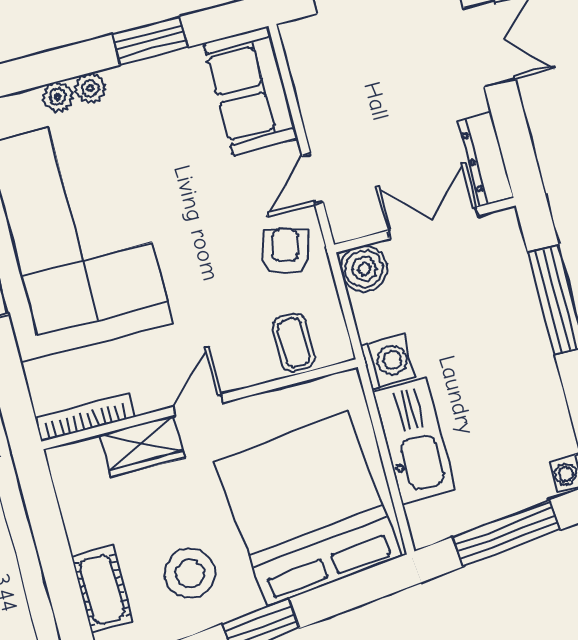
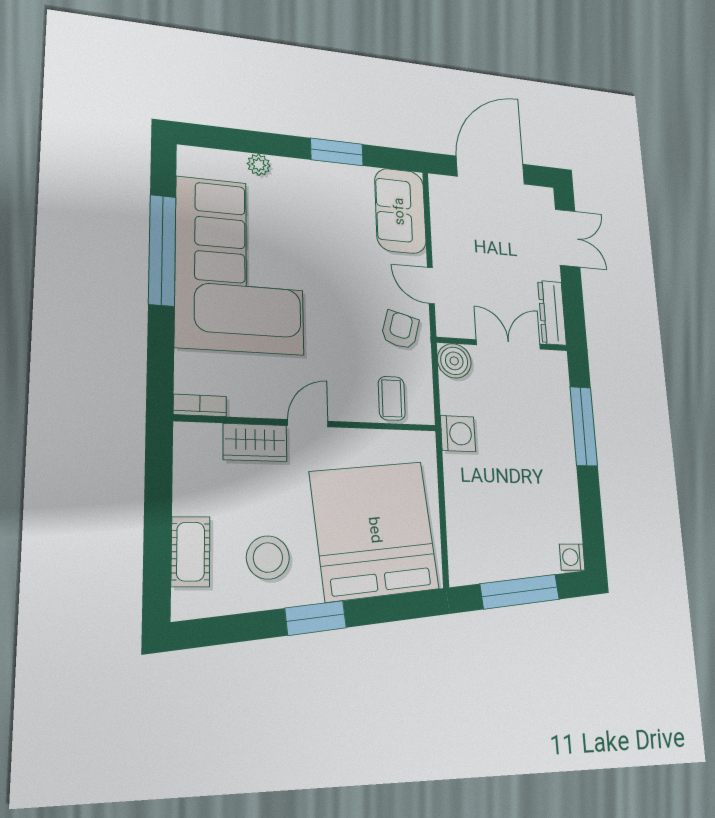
plant: (90, 88) -> (285, 168), removed
door: (313, 179) -> (431, 286), hinge flipped
bookcase: (85, 417) -> (200, 405), width x0.64
kitchen sink: (414, 441) -> (465, 500), removed

